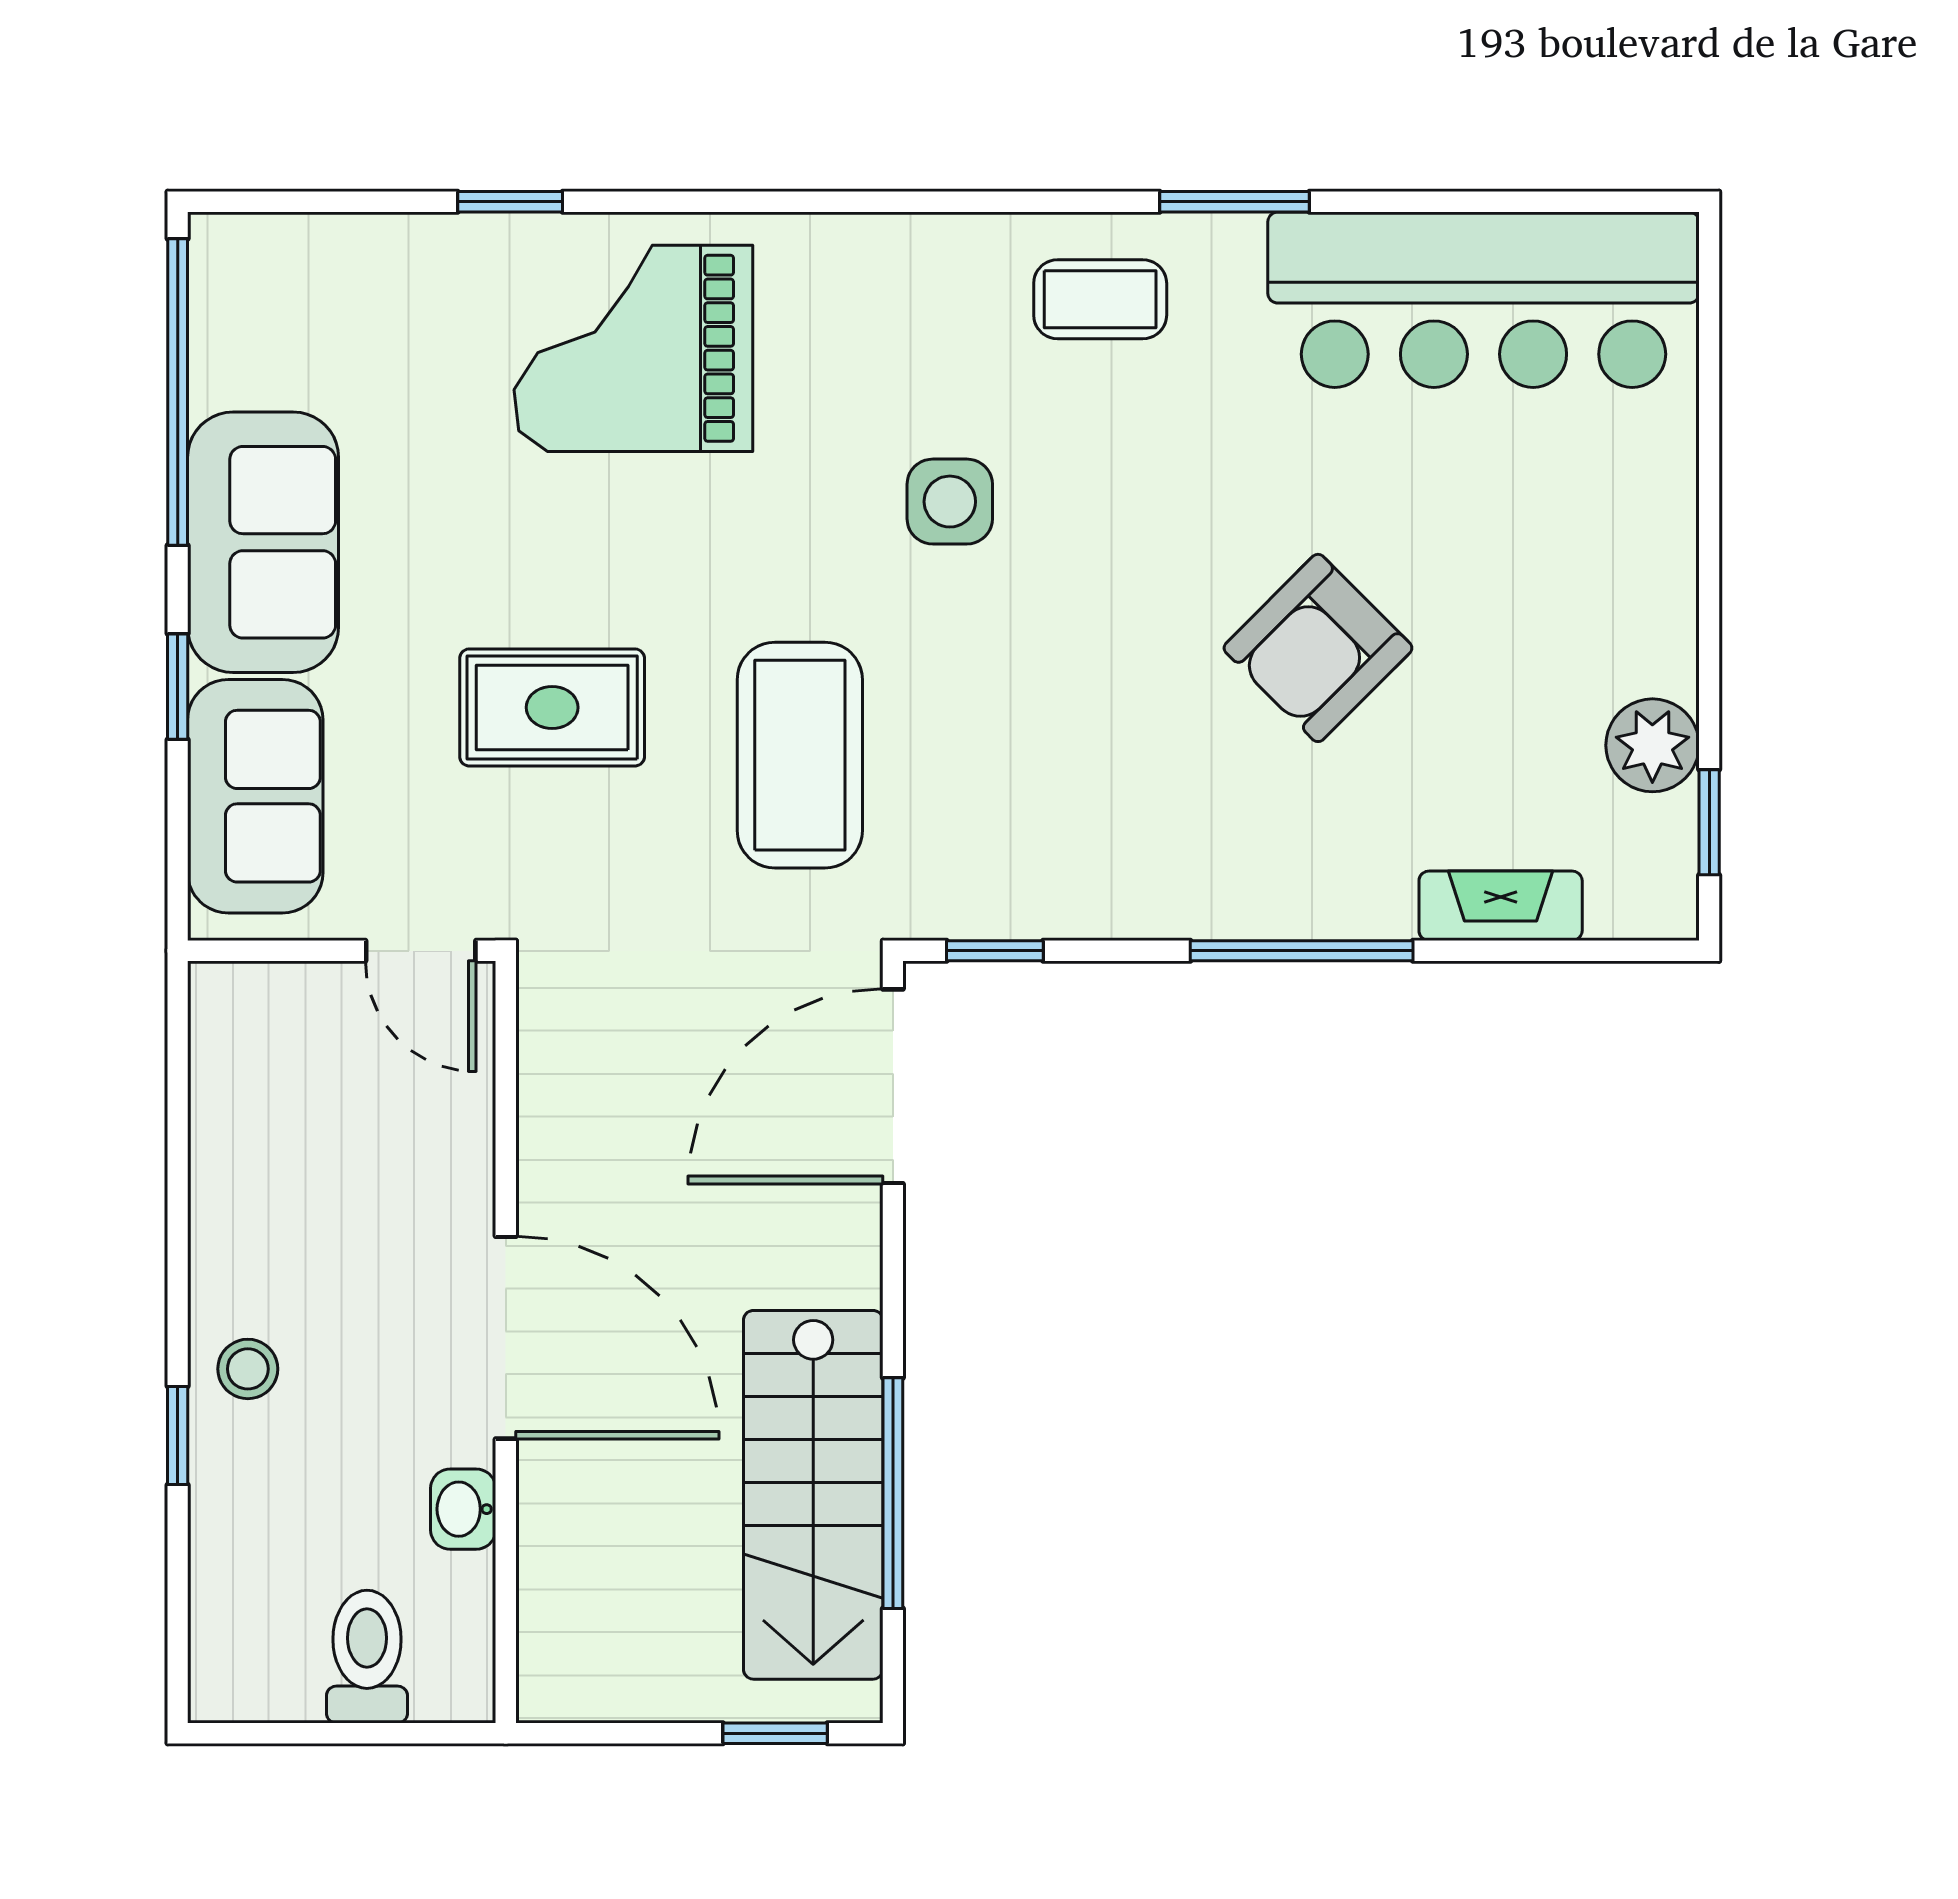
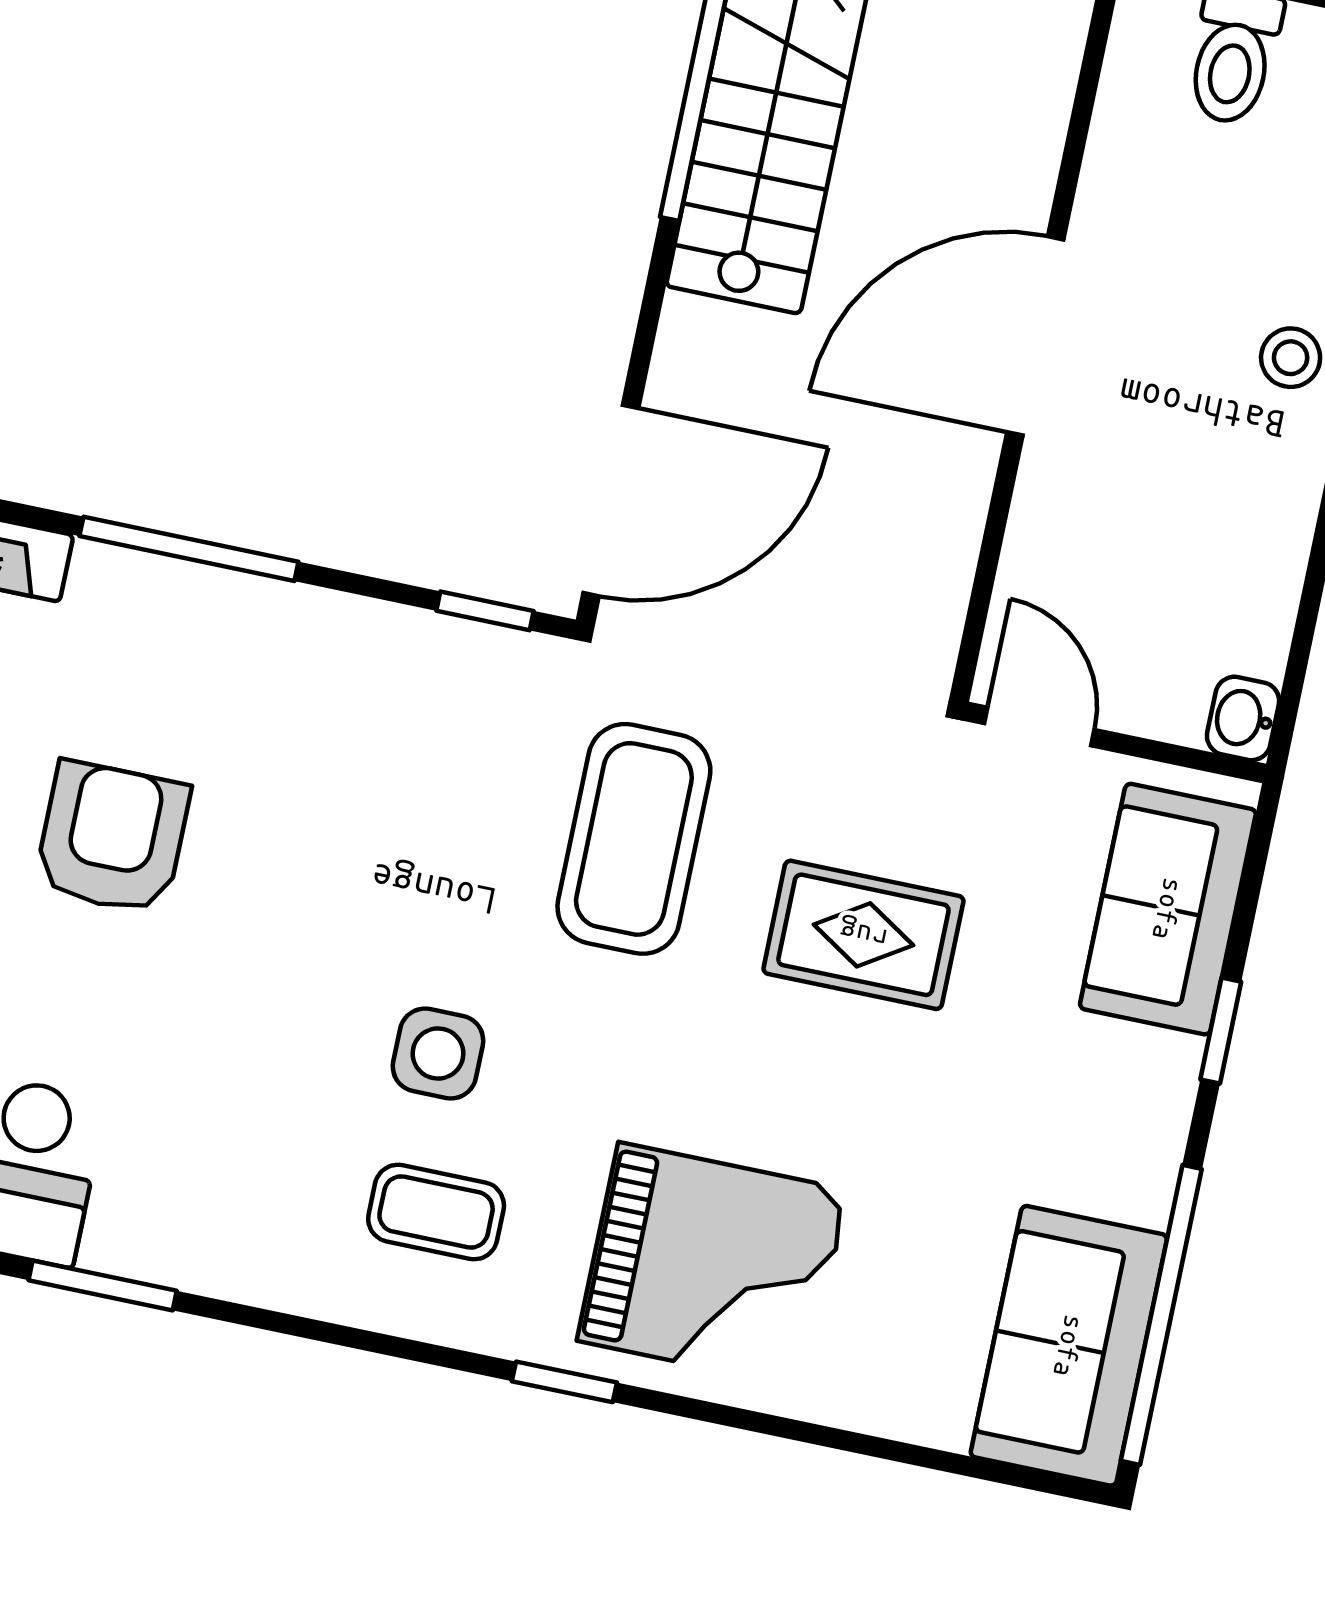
window: (510, 202) -> (564, 1382), moved
coffee table: (1100, 299) -> (436, 1212), moved
sofa: (263, 542) -> (1069, 1346), moved
armchair: (1318, 648) -> (112, 838), turned -45
door: (506, 1338) -> (1035, 336), hinge flipped
washbasin: (463, 1509) -> (1243, 718), moved, turned 180

